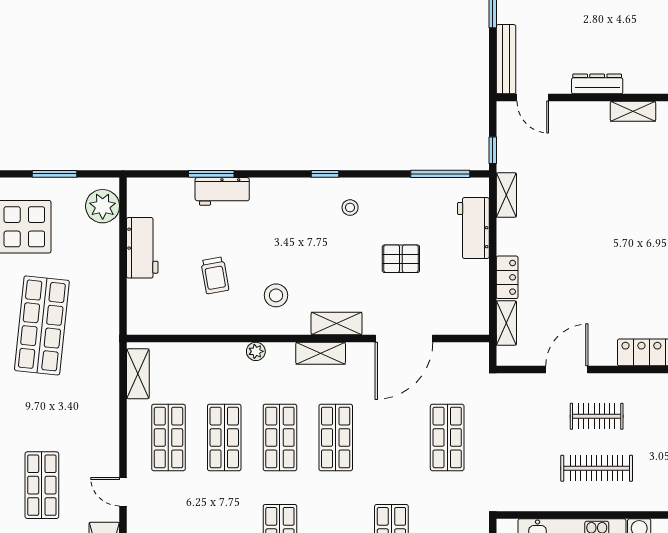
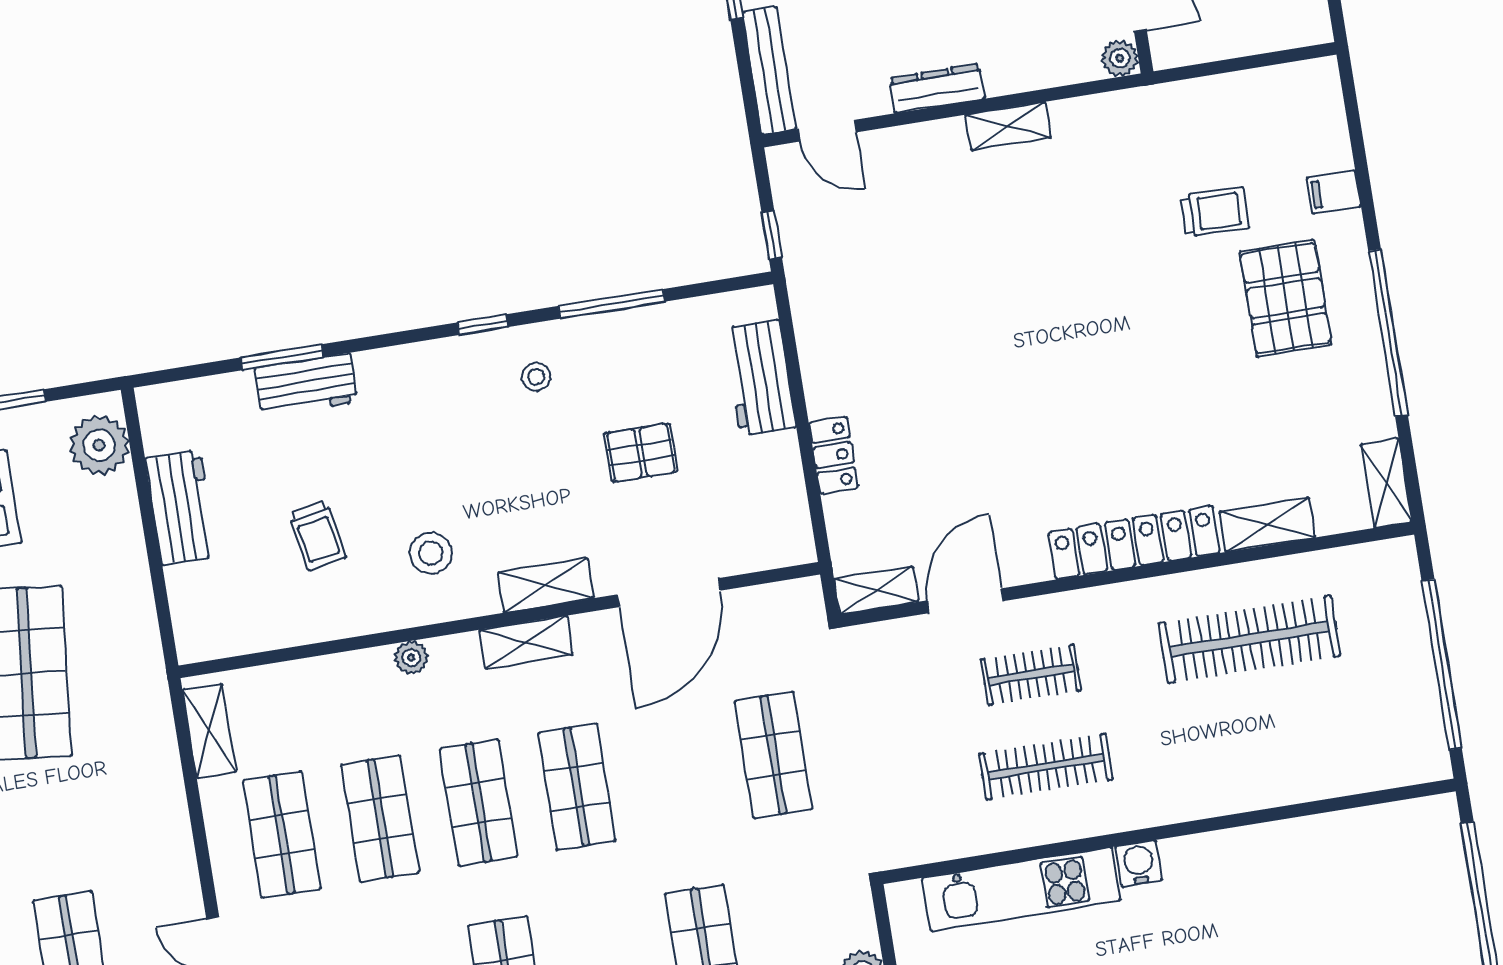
window: (440, 174) -> (612, 304), moved
shelving: (506, 195) -> (809, 310), removed
shelving: (506, 323) -> (876, 590), moved, turned 90

